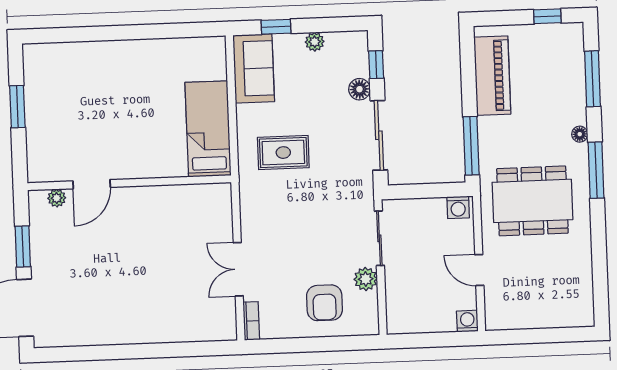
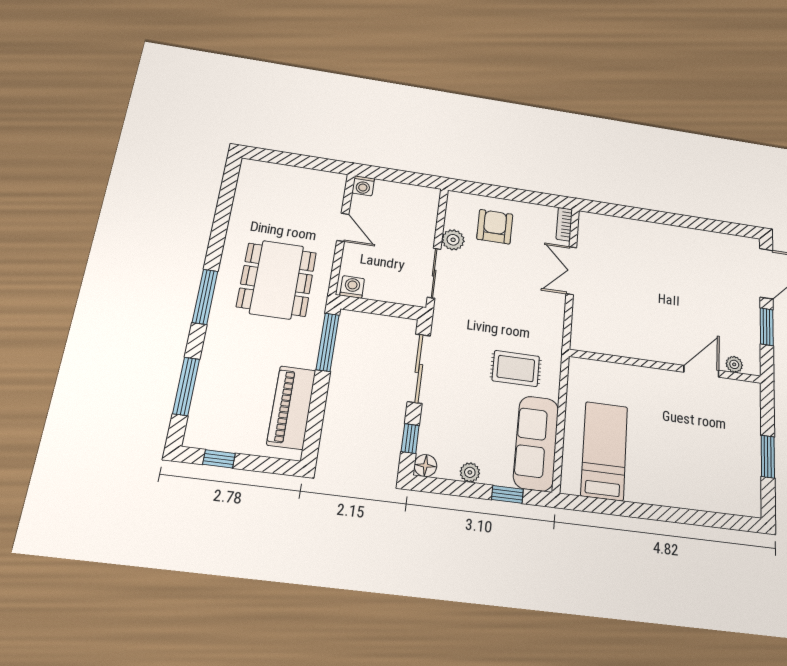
sofa: (254, 68) -> (536, 443), width x1.36
floor lamp: (359, 89) -> (425, 466), moved
bed: (208, 129) -> (604, 451), moved, turned 180
floor lamp: (580, 134) -> (213, 334), removed
dining table: (532, 201) -> (277, 280), turned 90
double door: (238, 269) -> (571, 271), swing flipped

